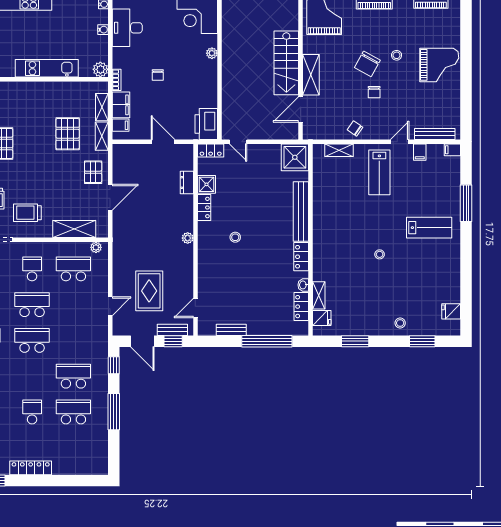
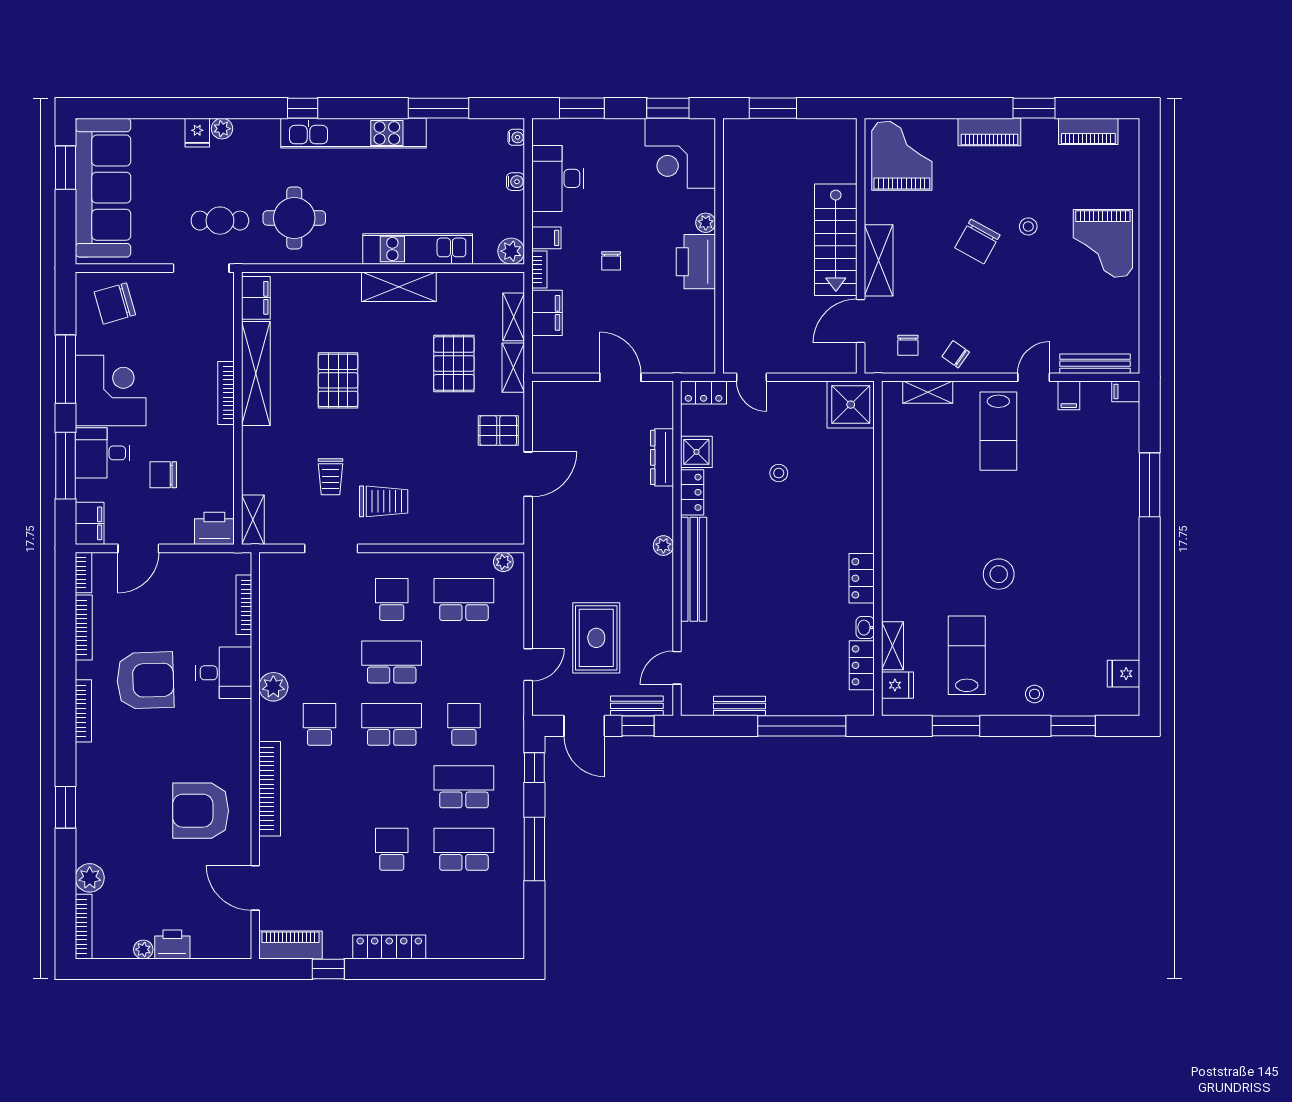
grand piano: (439, 65) -> (1103, 243), turned 90
chair: (374, 92) -> (908, 345), moved
printer: (206, 124) -> (696, 262), moved
filing cabinet: (121, 125) -> (546, 238), moved
pallet: (93, 172) -> (498, 431), turned 90
dresser: (187, 183) -> (662, 457), width x1.44
bench: (301, 211) -> (694, 569), moved
trolley: (27, 213) -> (384, 501), turned 180
lab bench: (429, 228) -> (967, 655), moved, turned -90
shelving: (74, 229) -> (399, 287), moved
stool: (235, 237) -> (779, 473), moved
stool: (380, 254) -> (999, 574), width x1.89, depth x1.89
school desk: (73, 340) -> (464, 724), added

